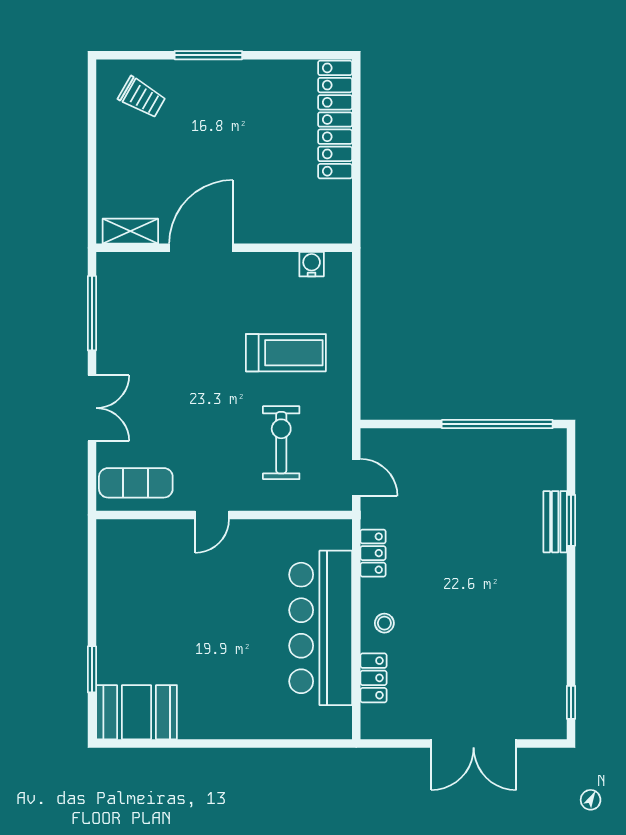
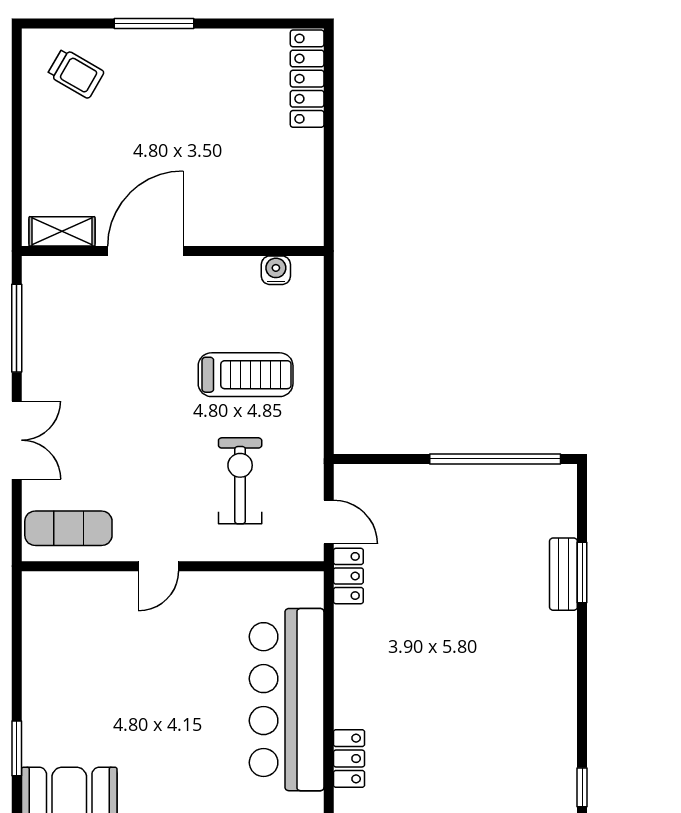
locker: (335, 120) -> (307, 79), width x0.71, depth x0.83
locker: (373, 553) -> (348, 576), moved
stool: (384, 623) -> (362, 694), removed

